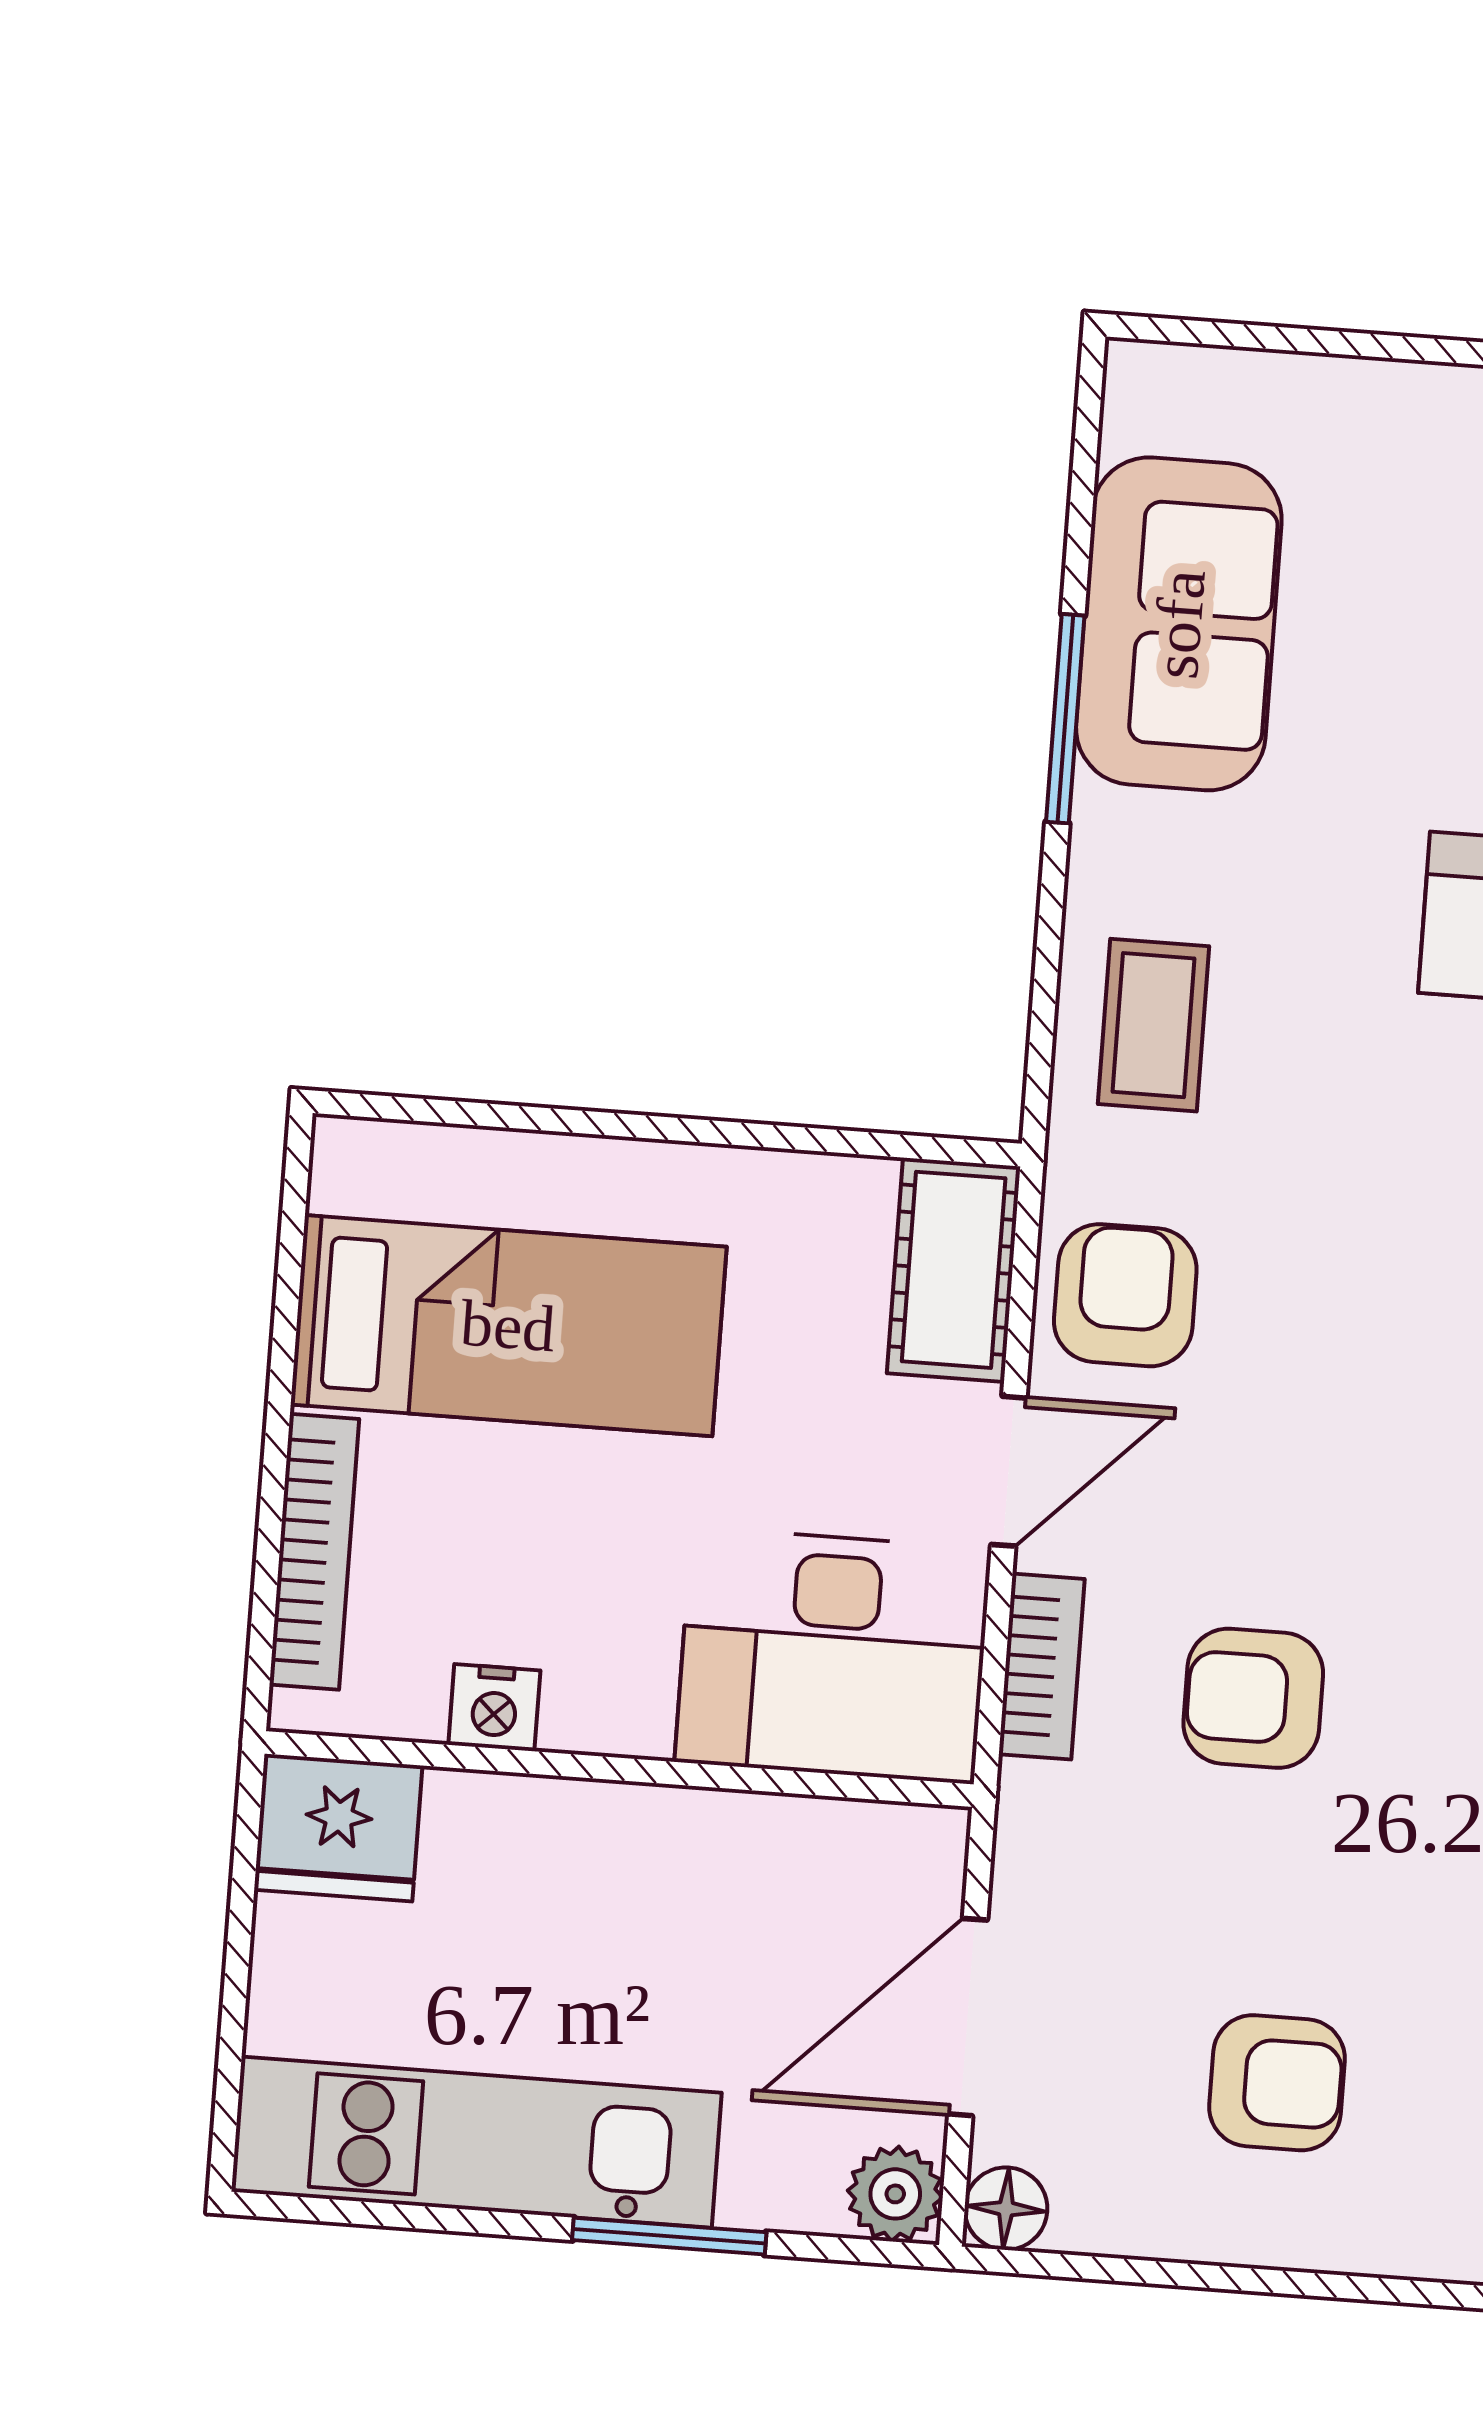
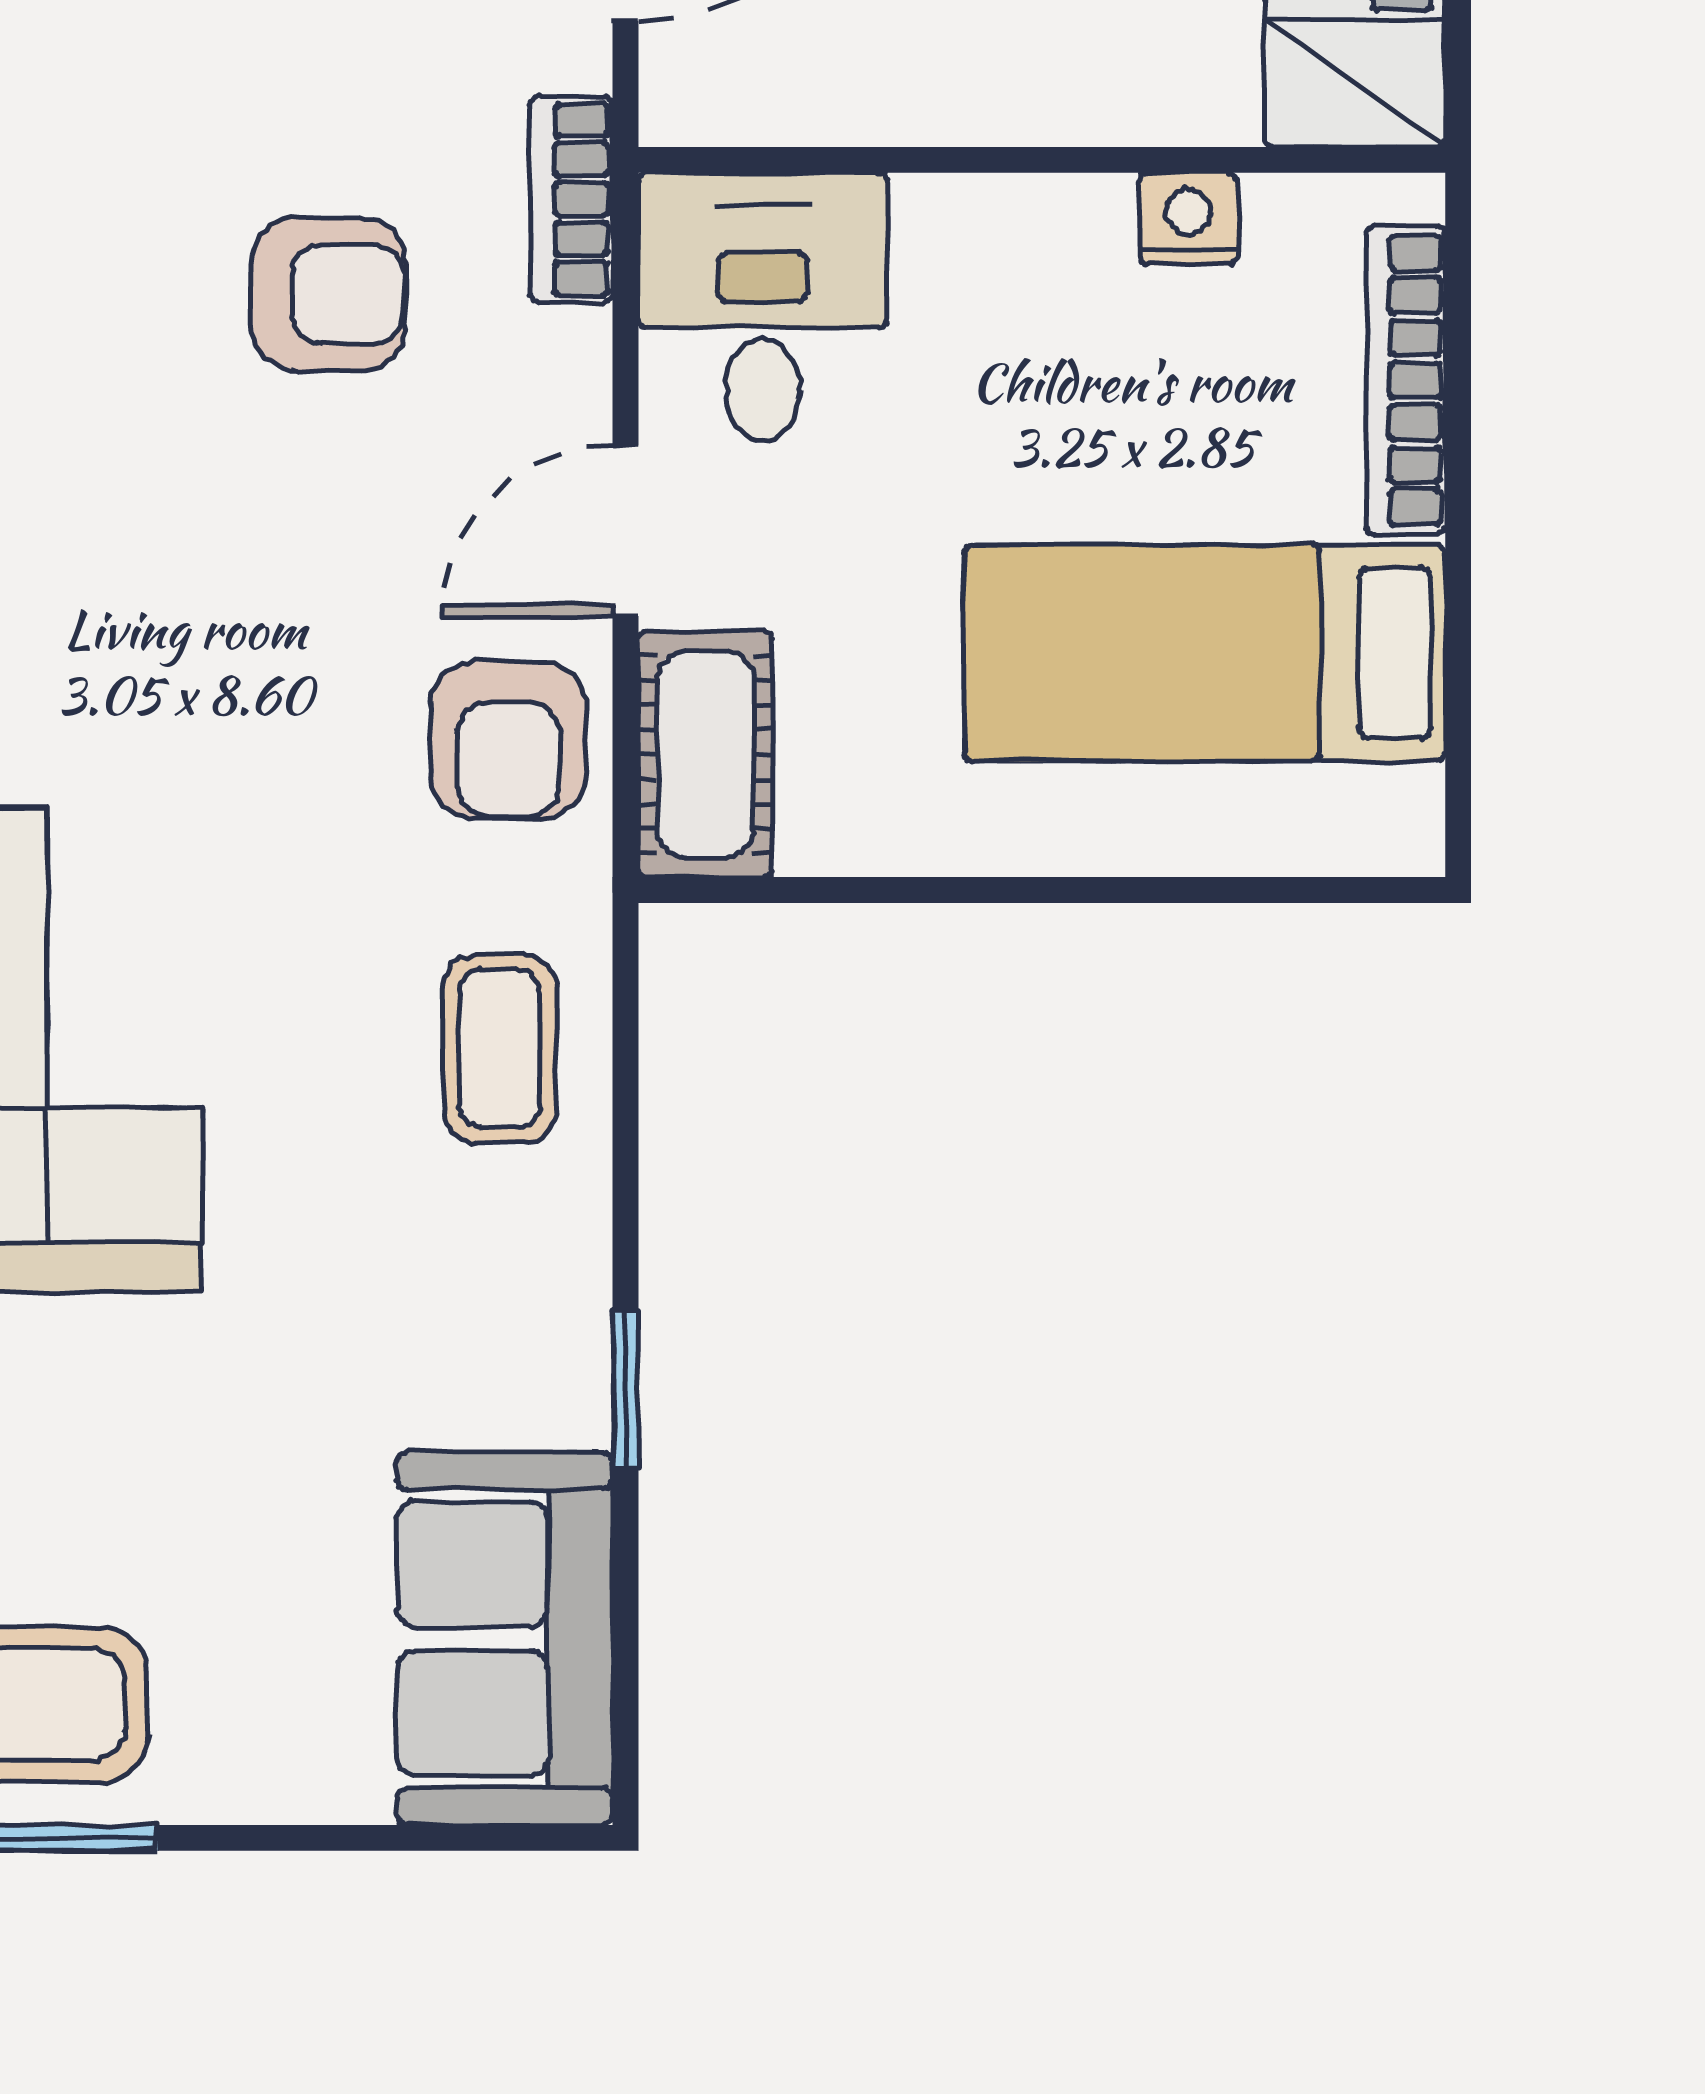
sofa: (1179, 624) -> (505, 1639), moved
window: (1065, 719) -> (626, 1388), width x0.67
desk: (833, 1655) -> (763, 307), width x0.73
bookcase: (1042, 1667) -> (571, 199), moved

